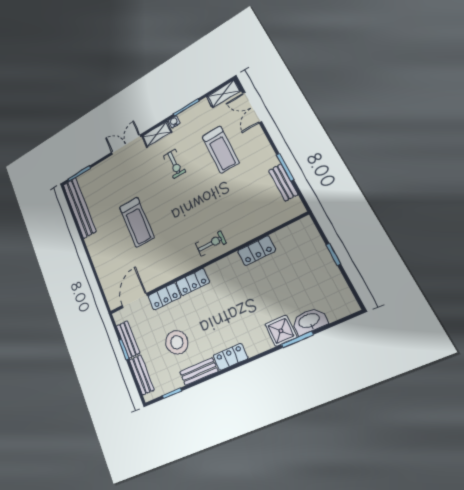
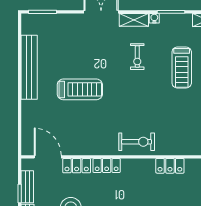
bench: (80, 208) -> (29, 67), moved
treadmill: (137, 222) -> (80, 89), turned -90
exercise bike: (211, 243) -> (137, 142), width x1.38, depth x1.39
door: (135, 301) -> (48, 157), hinge flipped

